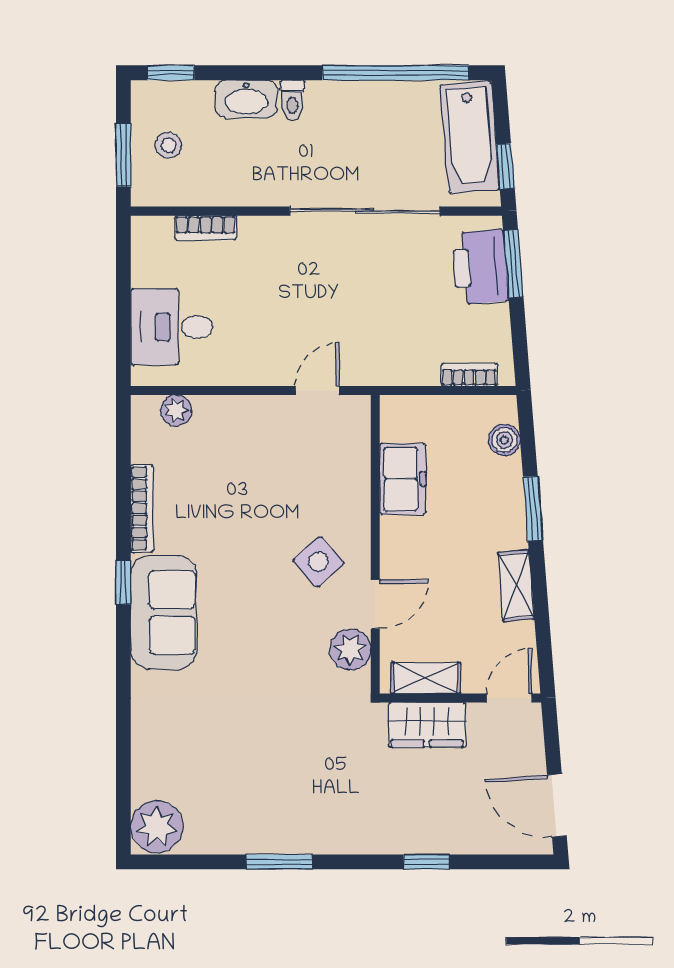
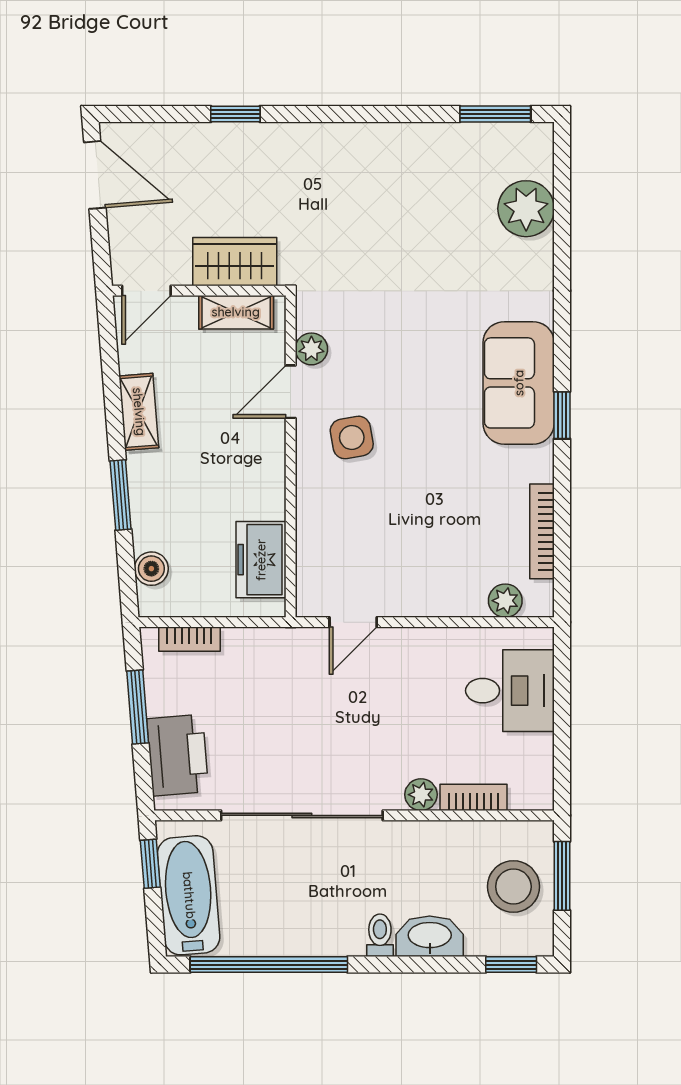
stool: (168, 145) -> (513, 887), width x1.89, depth x1.89
plant: (254, 230) -> (421, 795), added
window: (513, 264) -> (138, 707), moved
freezer: (403, 479) -> (261, 560), moved
bookcase: (142, 508) -> (542, 531), moved
side table: (319, 562) -> (352, 437), turned 32
plant: (350, 650) -> (311, 349), width x0.73, depth x0.73
plant: (157, 827) -> (526, 209), moved
window: (279, 862) -> (495, 114), moved

